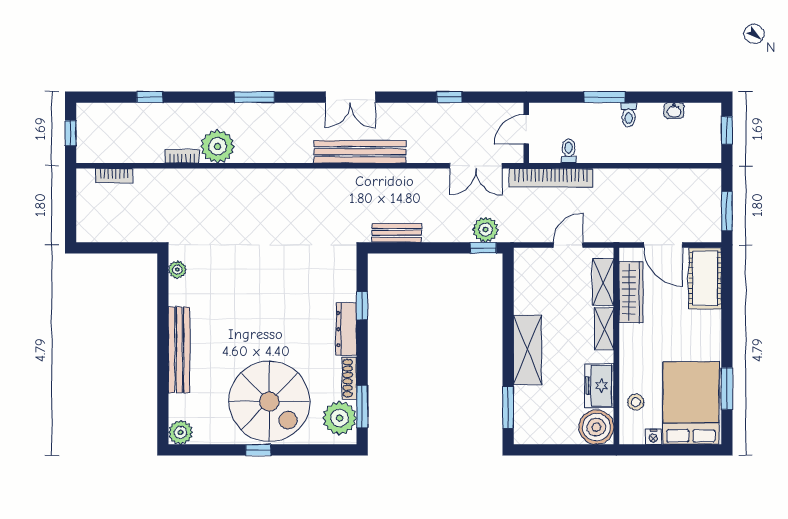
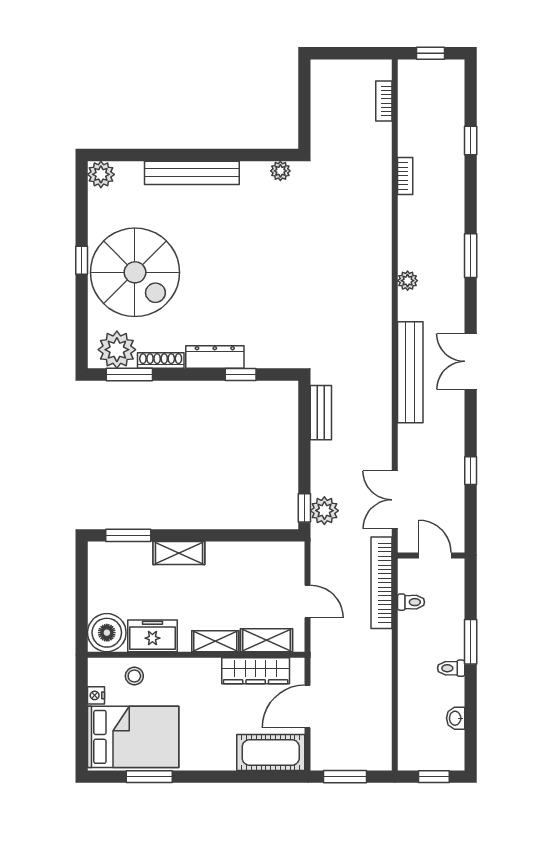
plant: (217, 146) -> (408, 281), moved, width x0.53, depth x0.53
shelving: (528, 350) -> (179, 553), width x0.67, depth x0.75
spiral stairs: (269, 402) -> (135, 272), turned -90

